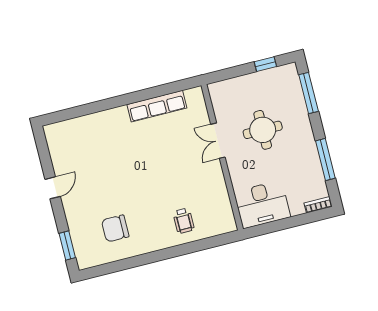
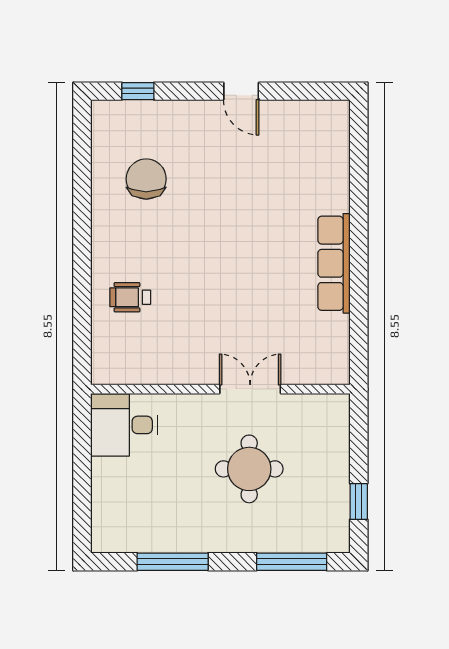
row of seats: (157, 106) -> (334, 263), moved
desk: (262, 204) -> (124, 425), width x0.73
bookcase: (318, 205) -> (100, 530), removed
window: (67, 245) -> (138, 91), width x0.67

